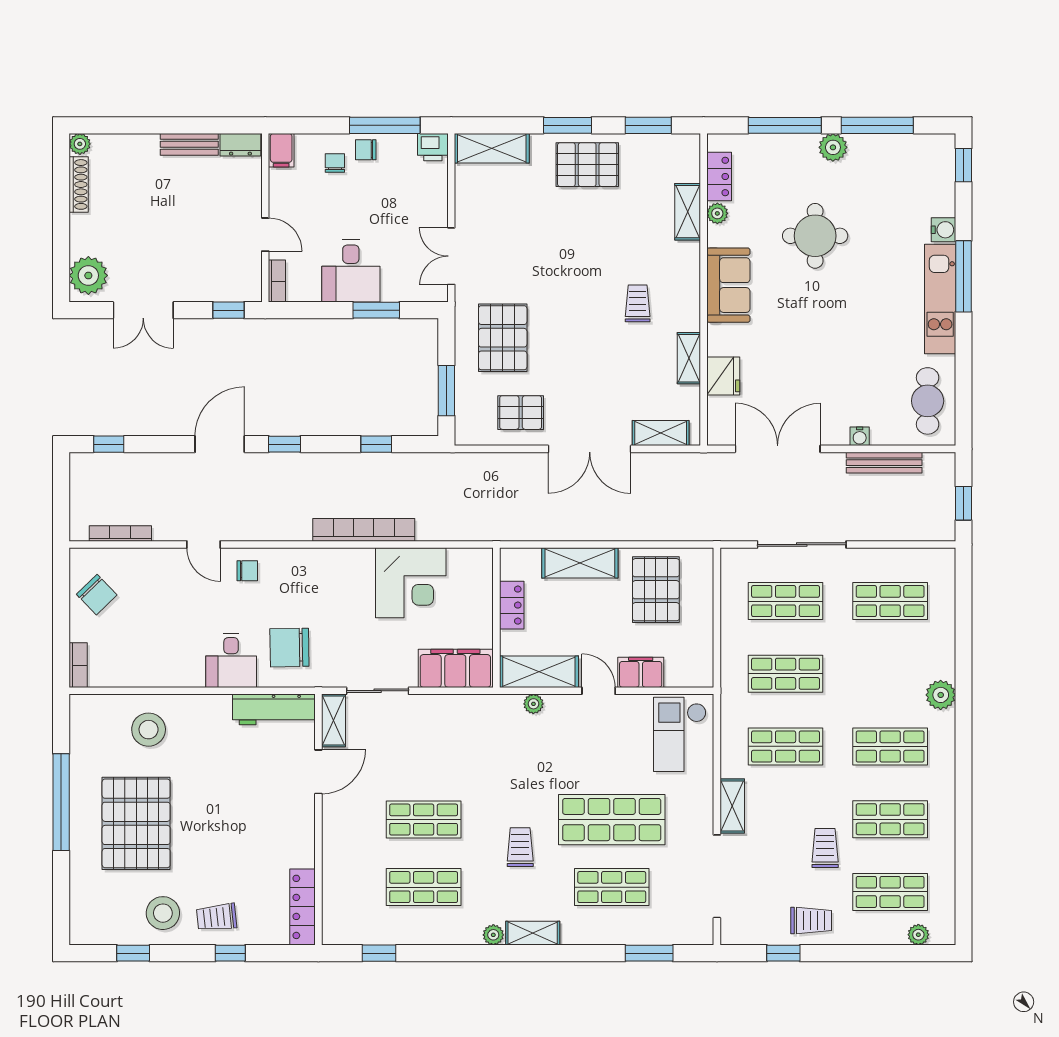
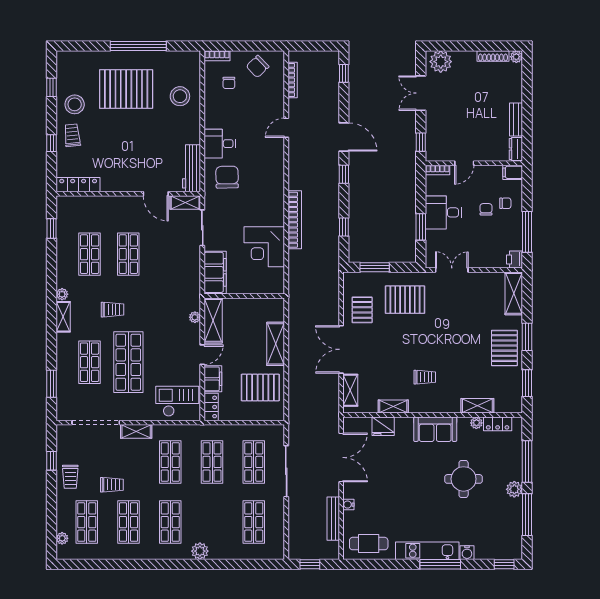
chair: (366, 150) -> (486, 209), moved
chair: (247, 571) -> (229, 83), moved
locker: (512, 605) -> (211, 407), moved, turned -90

